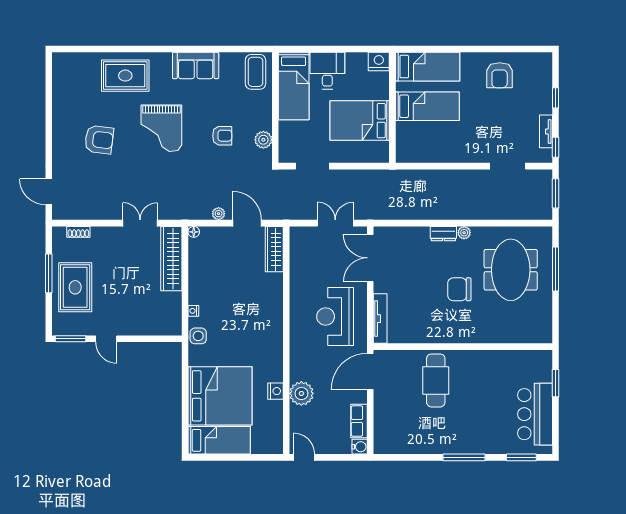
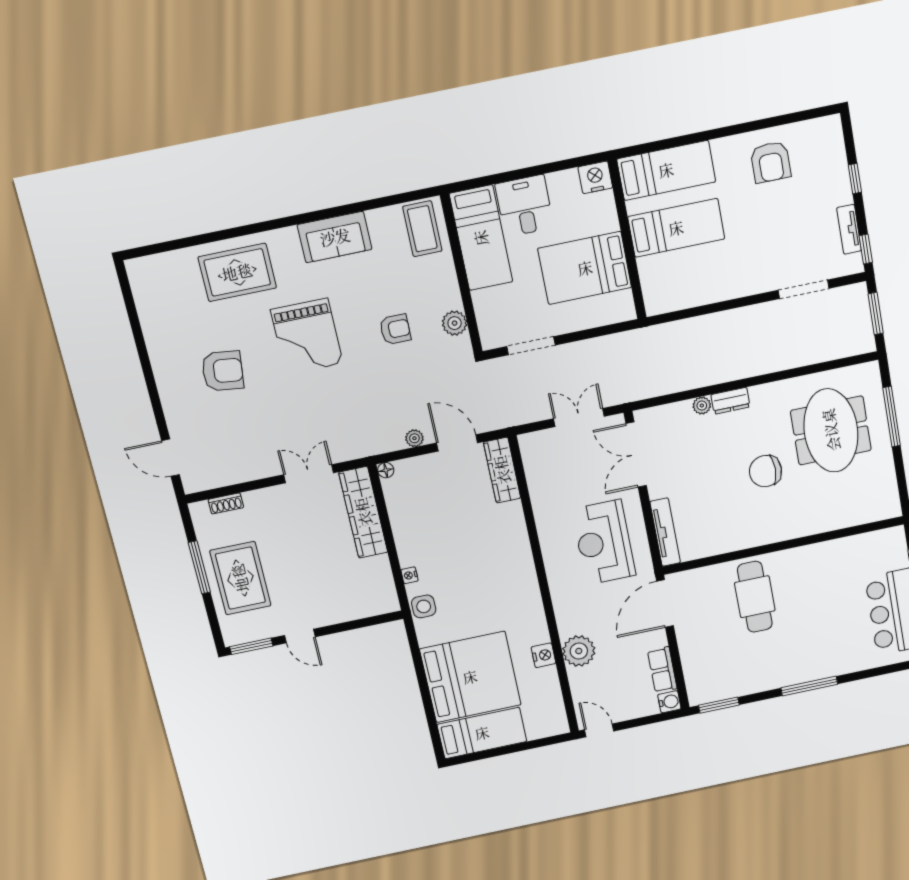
plant: (464, 233) -> (702, 405), moved
window: (521, 457) -> (719, 705), moved

